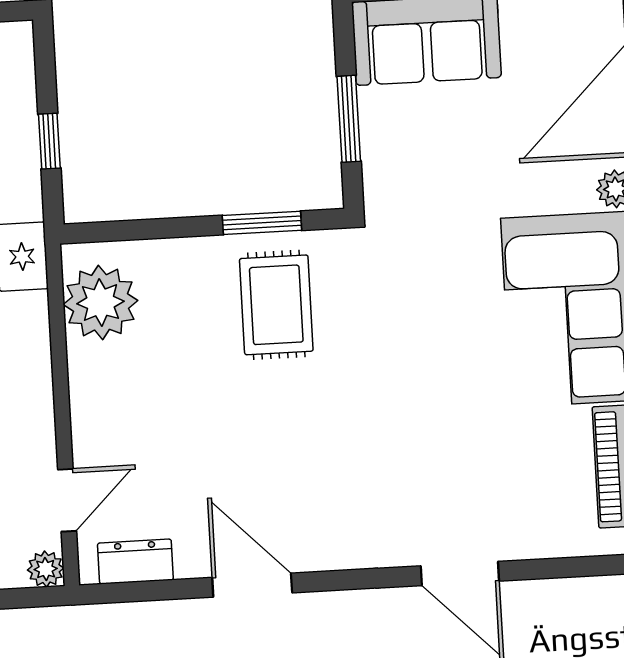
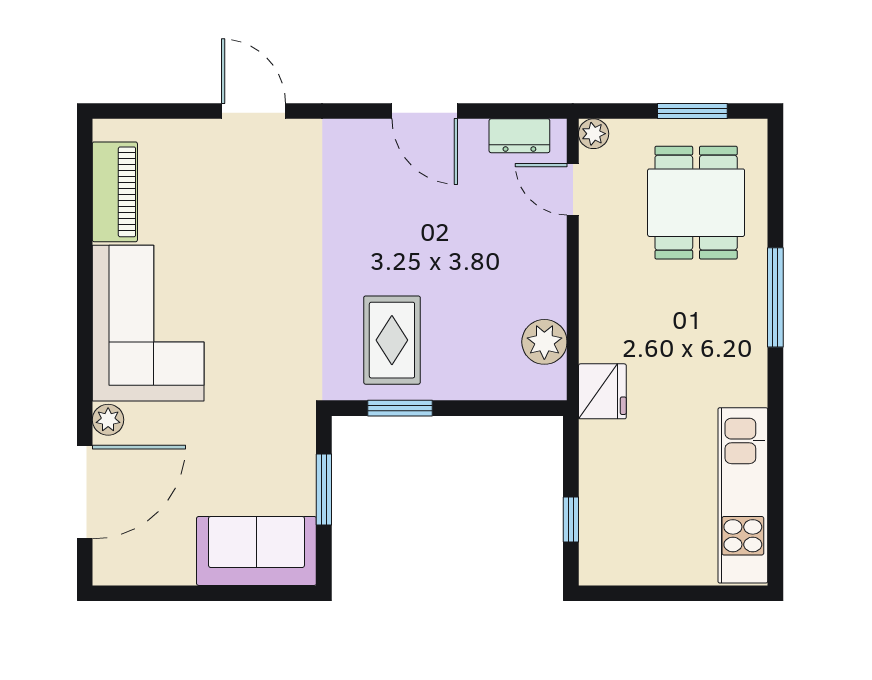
window: (49, 141) -> (571, 519), moved
plant: (101, 302) -> (544, 342), width x0.73, depth x0.73
door: (67, 500) -> (573, 189), hinge flipped

